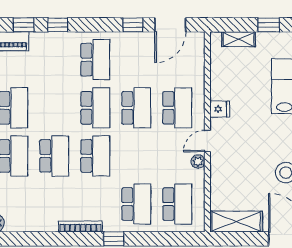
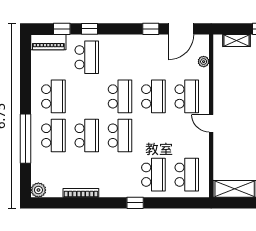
school desk: (95, 60) -> (87, 57), moved
fridge: (220, 109) -> (221, 97), removed
door: (207, 141) -> (211, 123), hinge flipped
plant: (198, 161) -> (204, 62), moved
bookcase: (80, 227) -> (81, 193), moved

